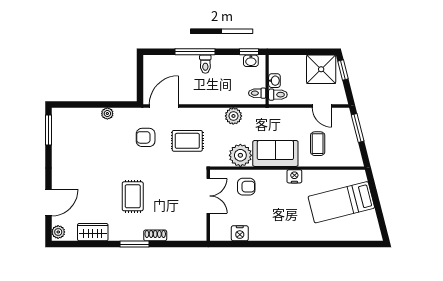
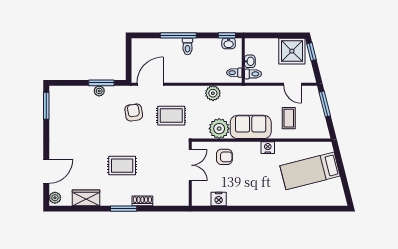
window: (110, 104) -> (101, 83), added
armchair: (146, 137) -> (134, 112), turned 81
rug: (133, 196) -> (122, 166), turned 90

